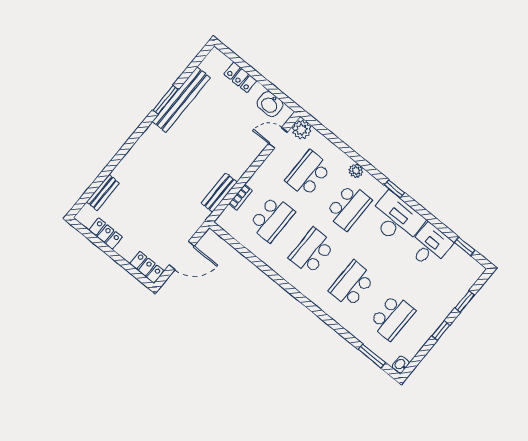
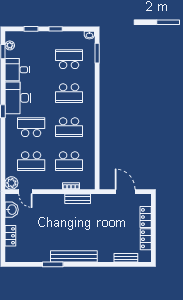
bench: (181, 100) -> (74, 256), moved
plant: (356, 171) -> (10, 45), moved
school desk: (272, 219) -> (69, 161), turned 180
locker: (147, 267) -> (146, 217), moved

